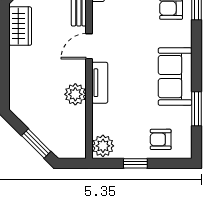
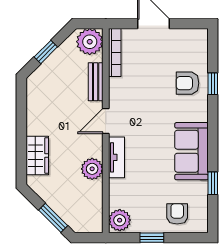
wardrobe: (20, 26) -> (37, 155), moved
window: (196, 109) -> (213, 183), width x0.67
armchair: (161, 139) -> (177, 214), turned 90

